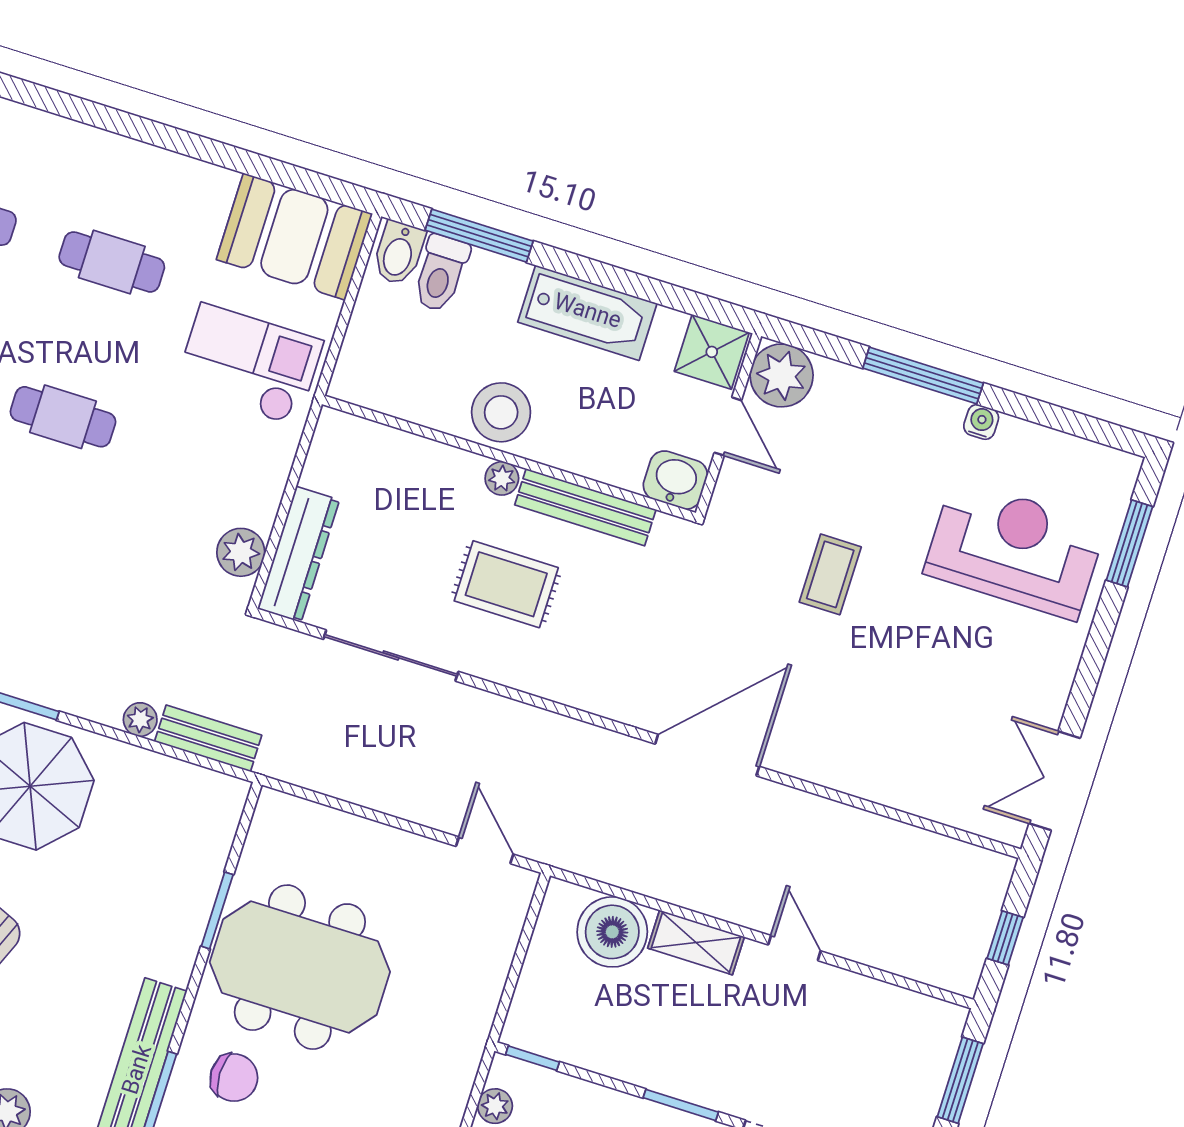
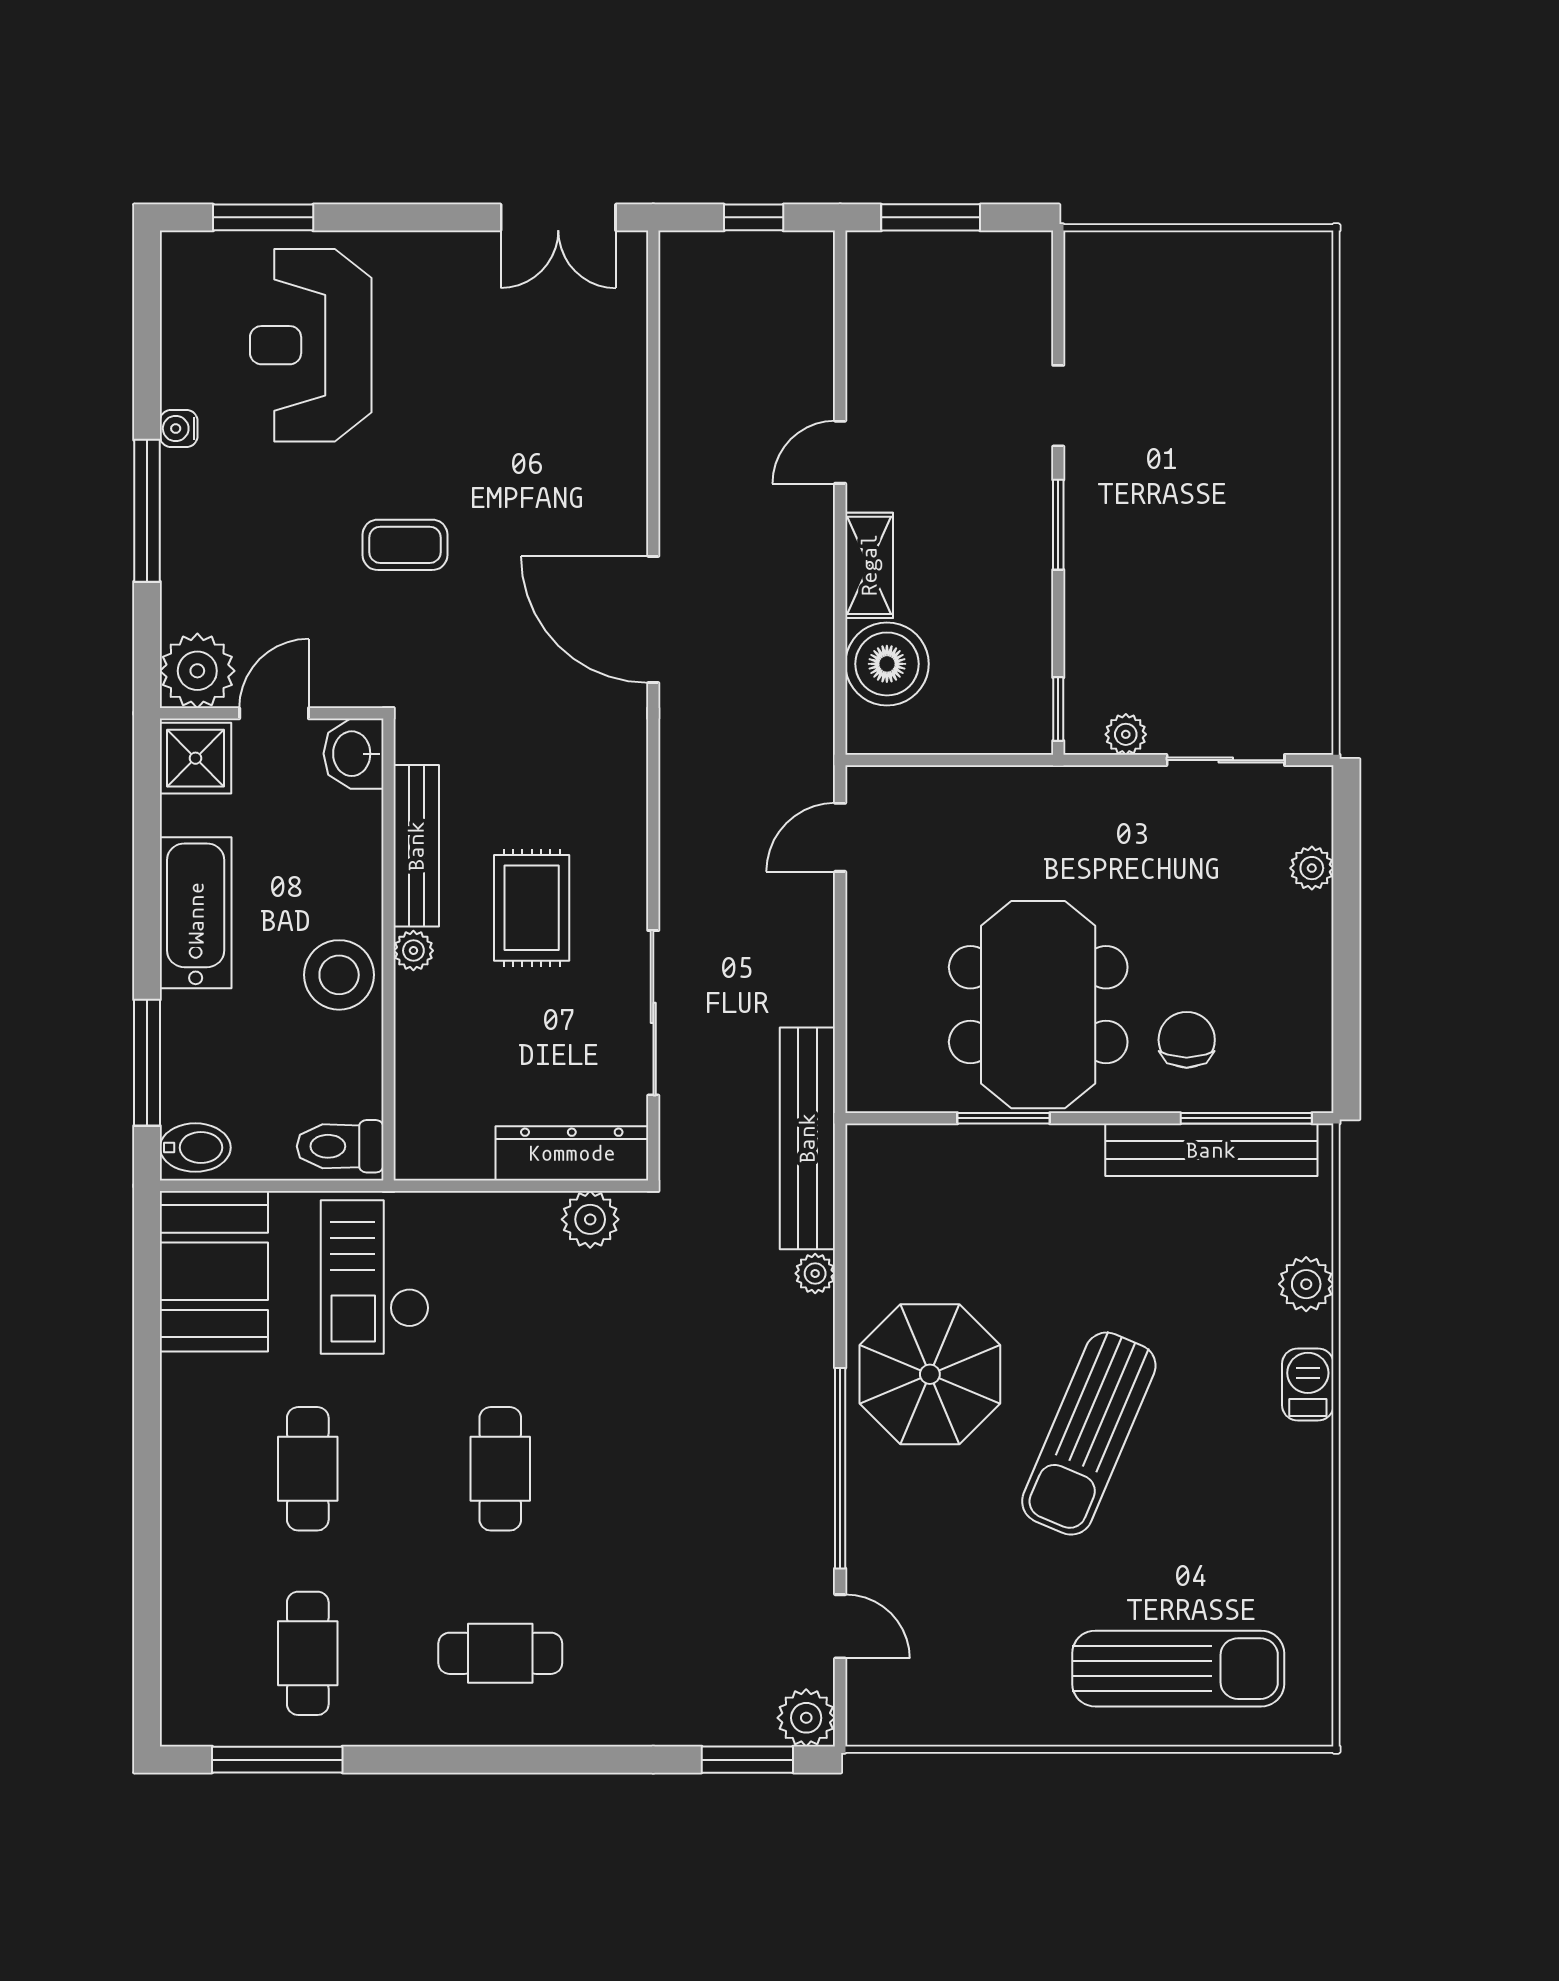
toilet: (441, 273) -> (340, 1146), moved, turned 180
bench: (208, 738) -> (807, 1138), width x1.86, depth x1.21

